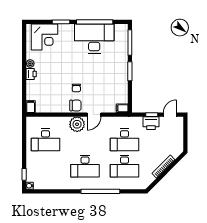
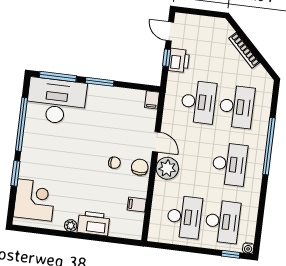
desk: (94, 39) -> (56, 101), moved, turned 90
printer: (31, 74) -> (94, 223), width x1.87, depth x1.48
filing cabinet: (31, 107) -> (137, 205), moved
desk: (45, 166) -> (223, 222), added

